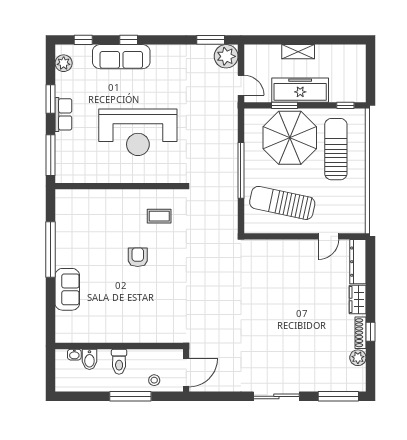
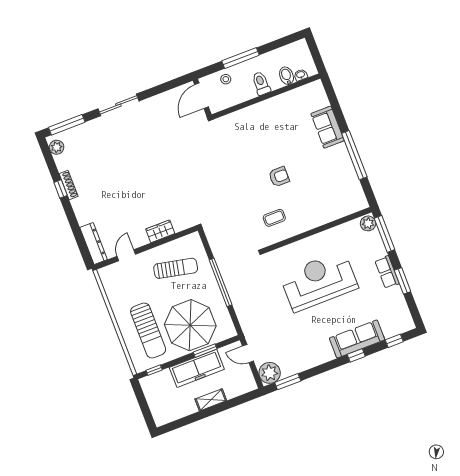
plant: (64, 63) -> (368, 223), moved
sun lounger: (282, 203) -> (176, 268), width x0.73, depth x0.75
armchair: (138, 257) -> (279, 177), turned -90
wardrobe: (358, 299) -> (160, 231), moved, turned -90
plant: (358, 358) -> (57, 147), moved

